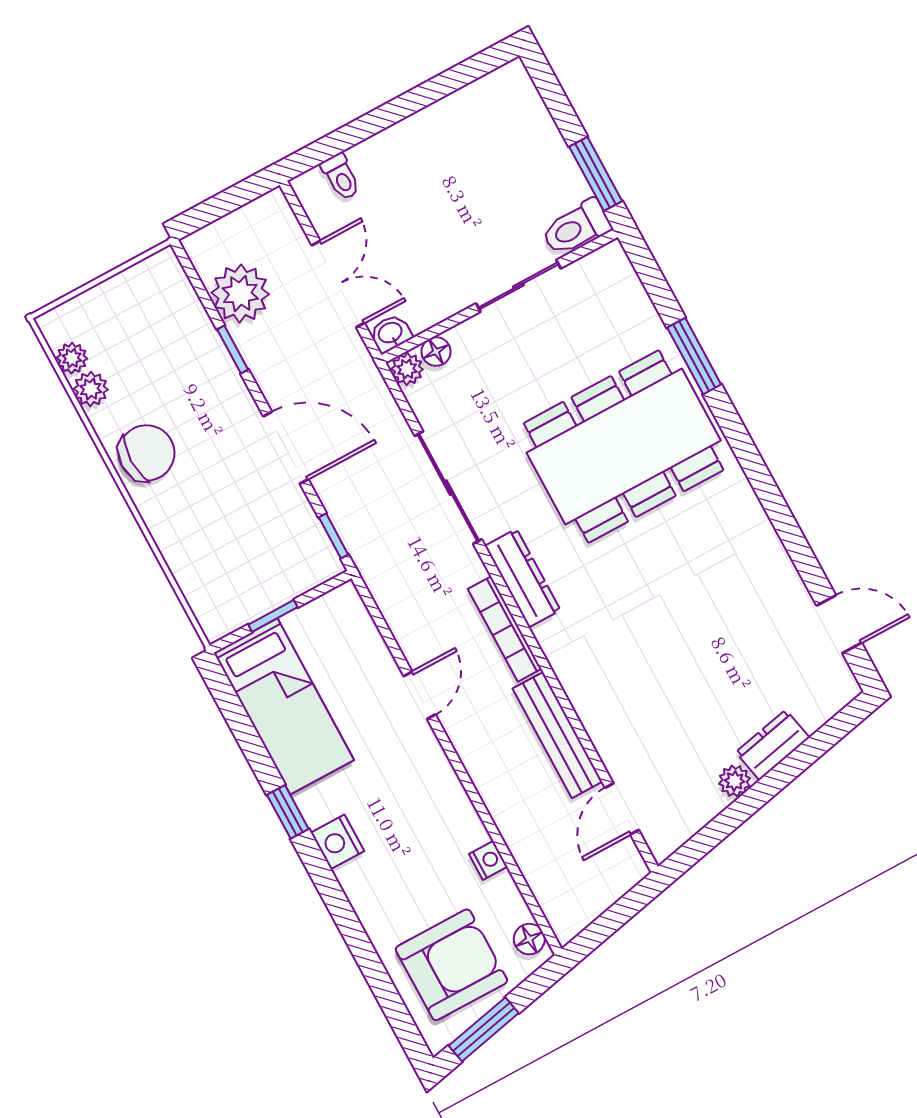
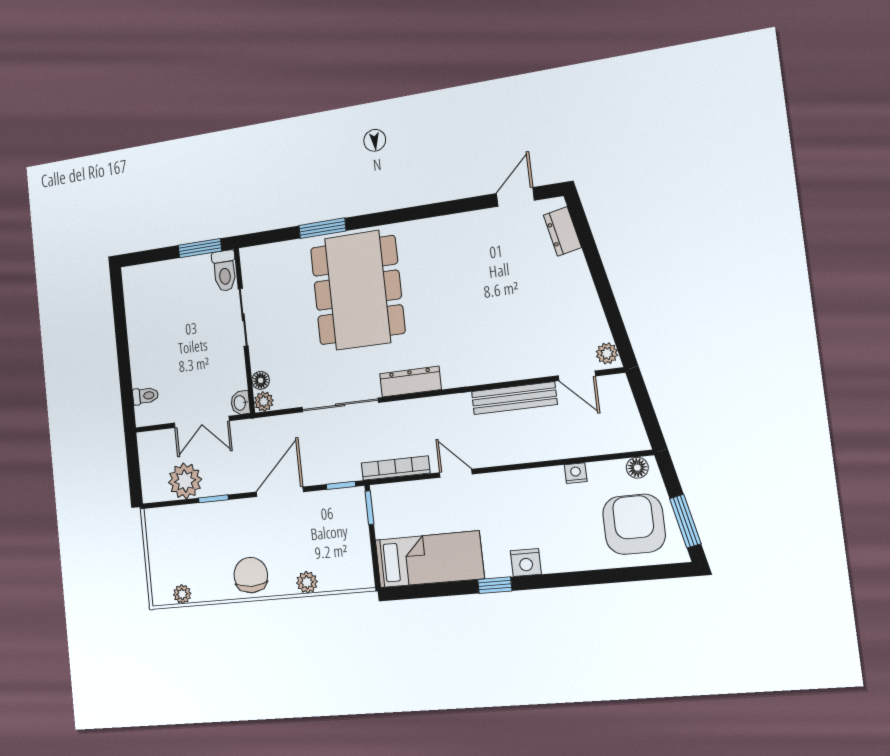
double door: (338, 284) -> (202, 422), swing flipped
plant: (91, 389) -> (307, 582), moved
window: (273, 616) -> (369, 508), moved
bookcase: (505, 629) -> (395, 468), moved, turned 180
dresser: (773, 745) -> (562, 231), moved
plant: (735, 781) -> (607, 353), moved

